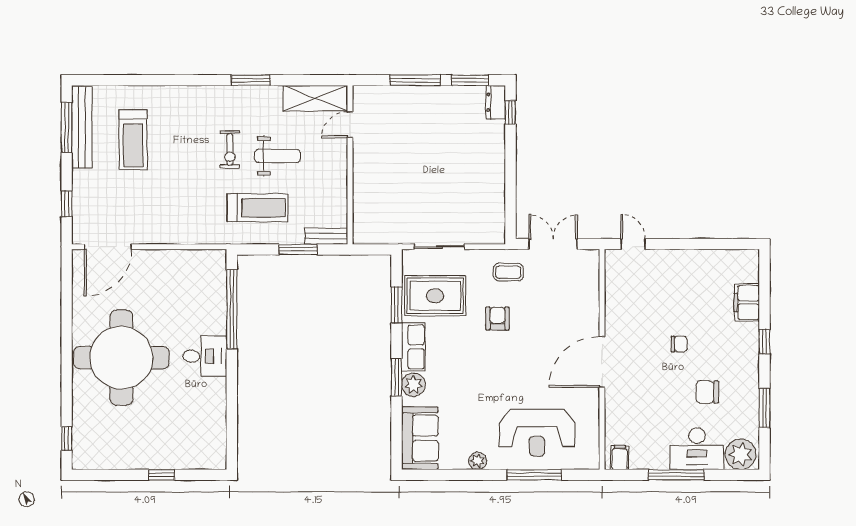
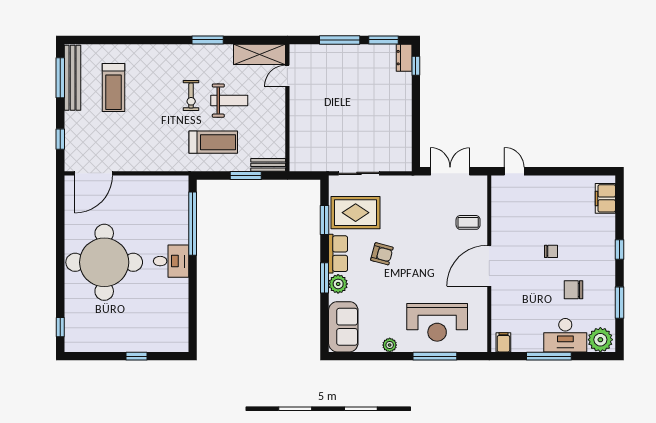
coffee table: (508, 272) -> (468, 222), moved
filing cabinet: (747, 303) -> (605, 198), moved
armchair: (497, 319) -> (382, 254), moved, turned 105

